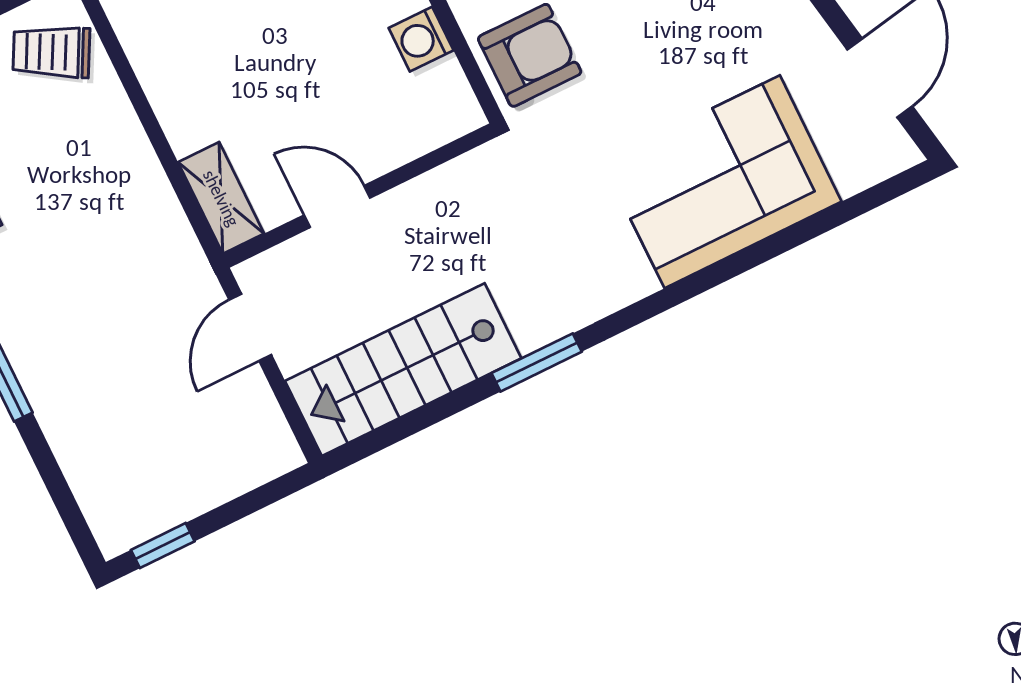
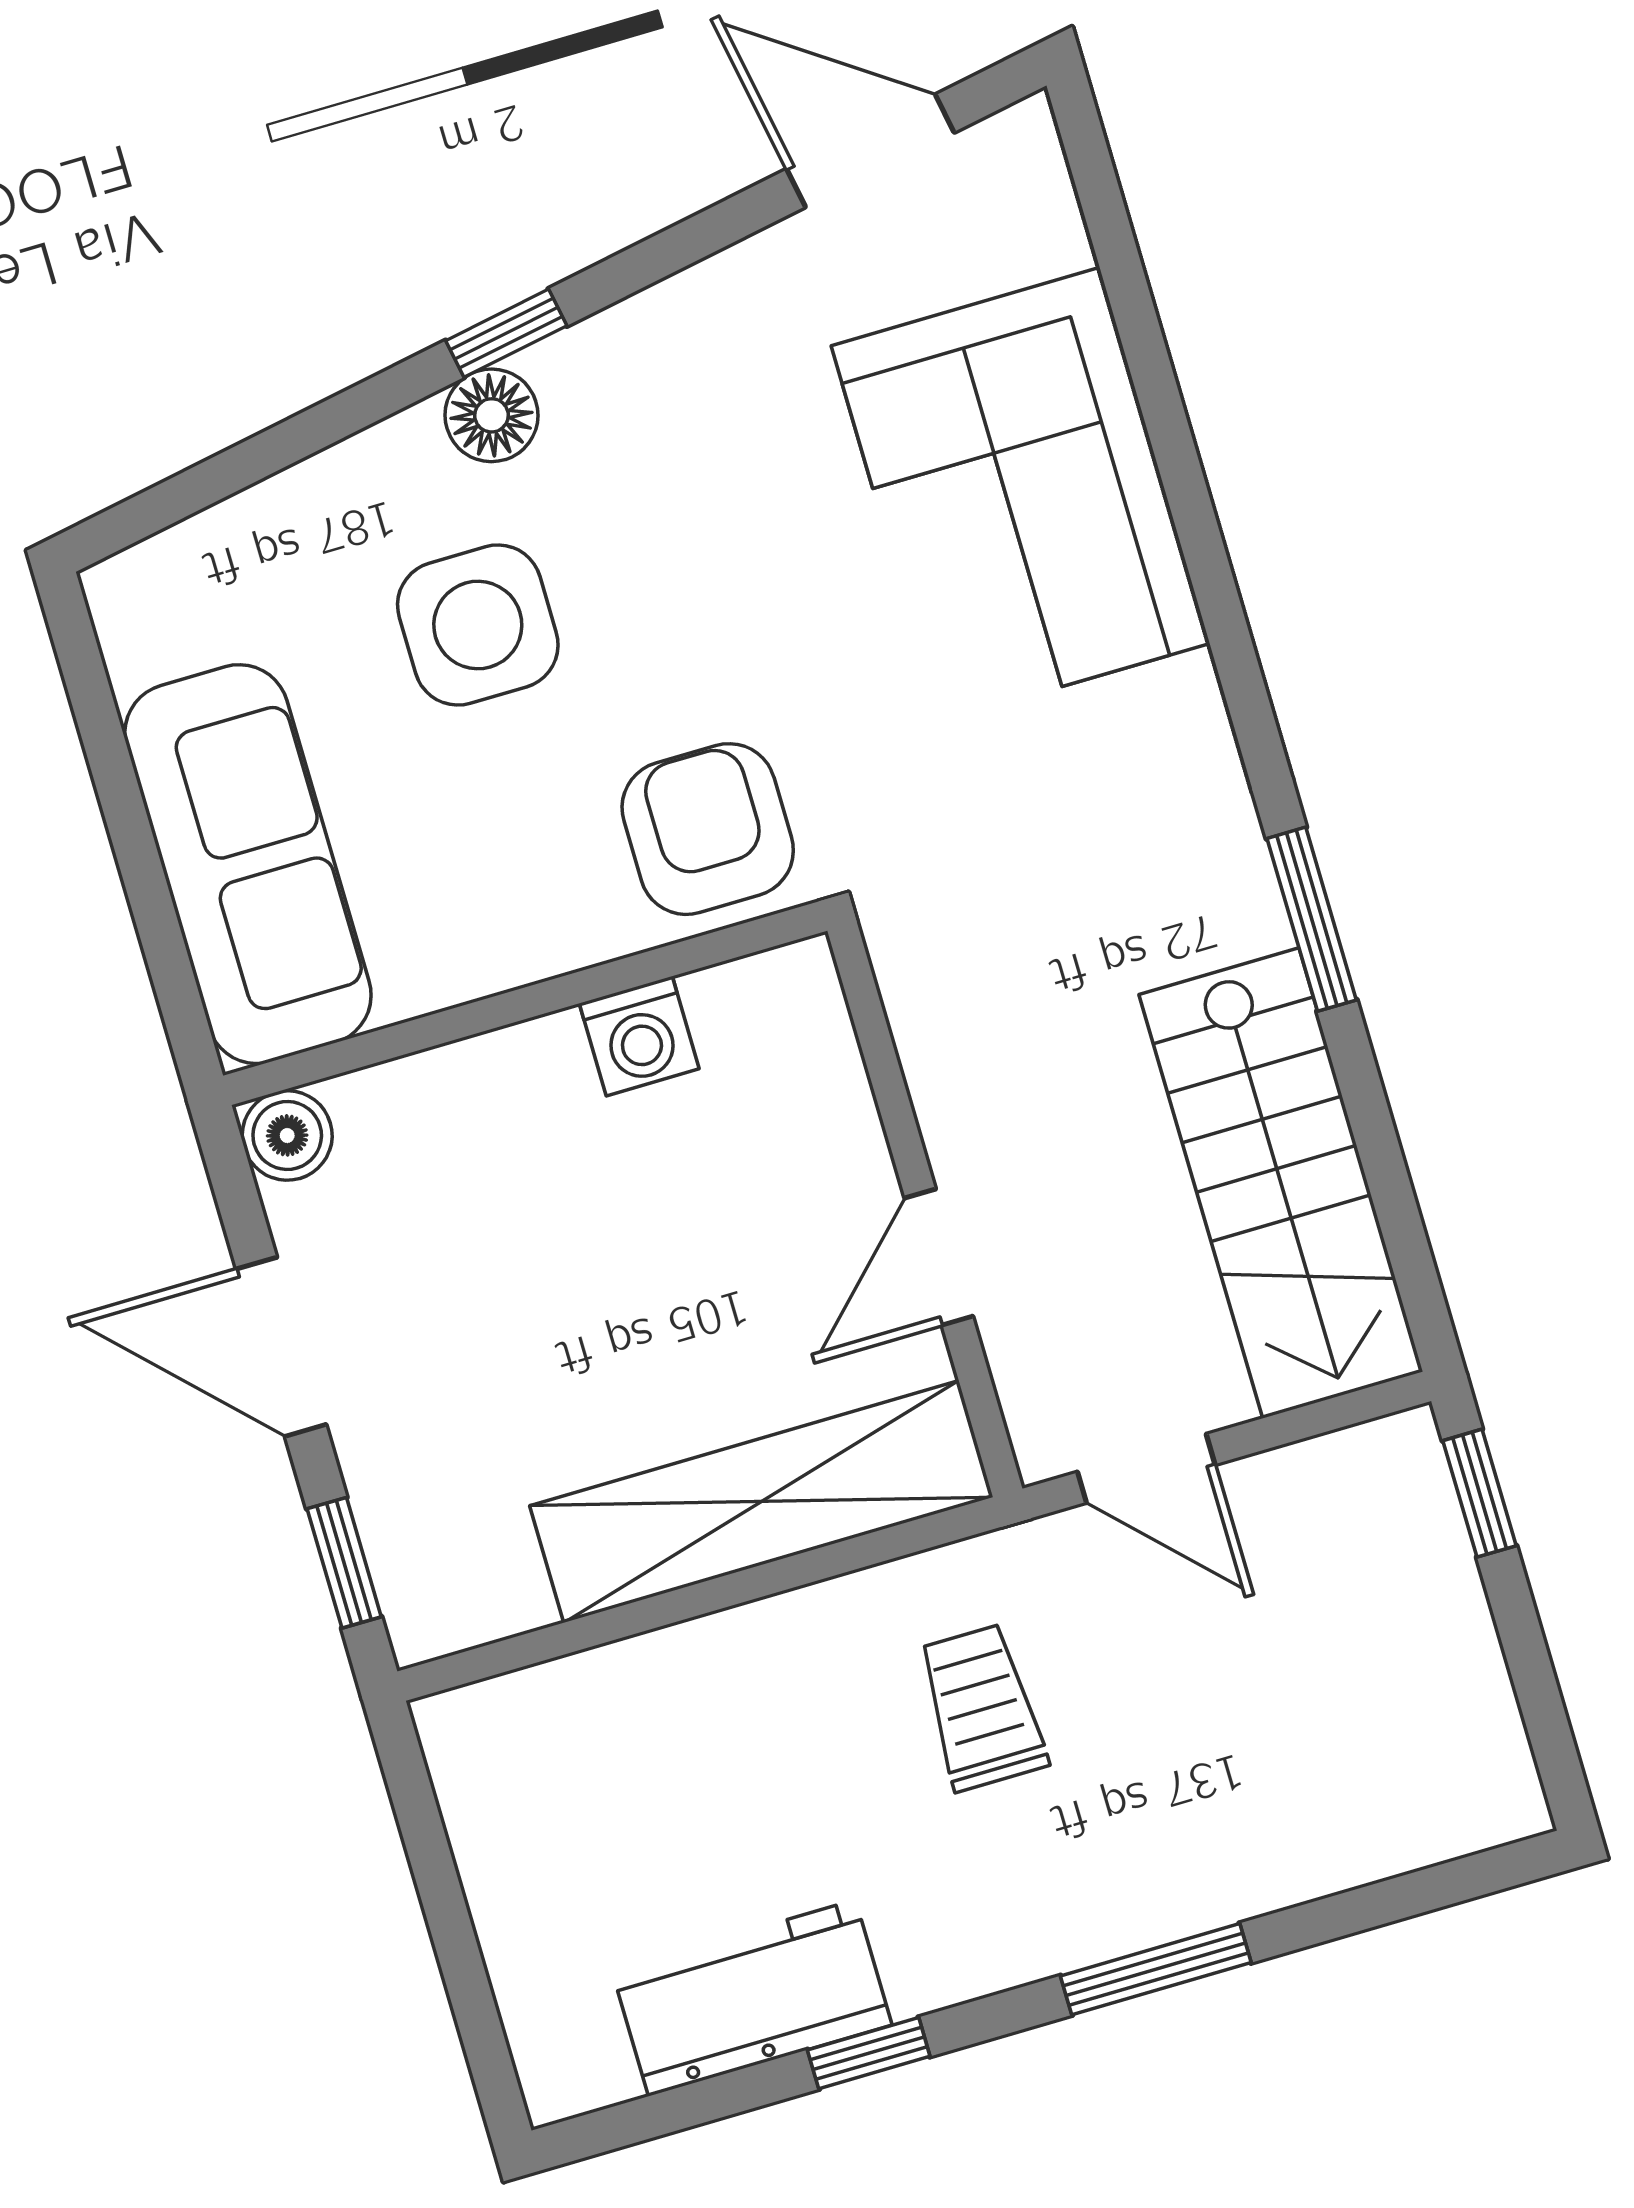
trolley: (51, 52) -> (982, 1707), moved, turned 152
shelving: (221, 198) -> (761, 1502), width x2.20, depth x1.33
window: (163, 546) -> (1480, 1493), moved

